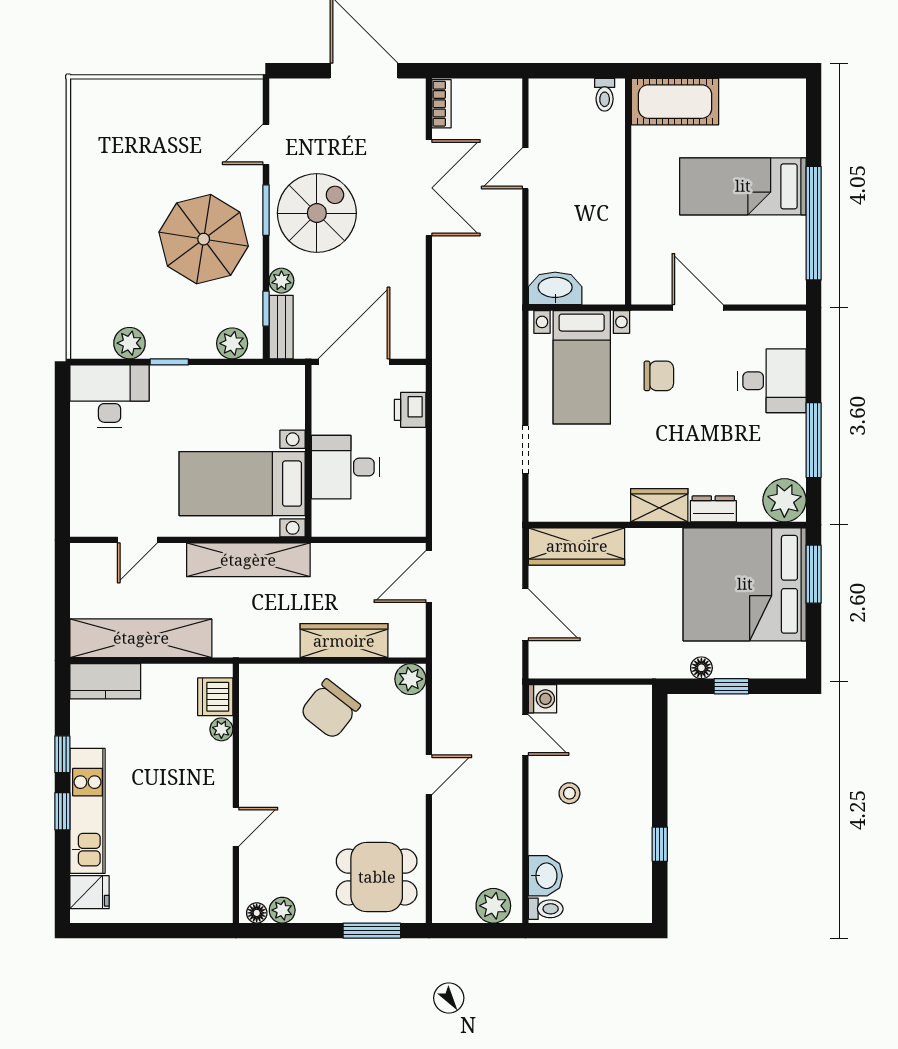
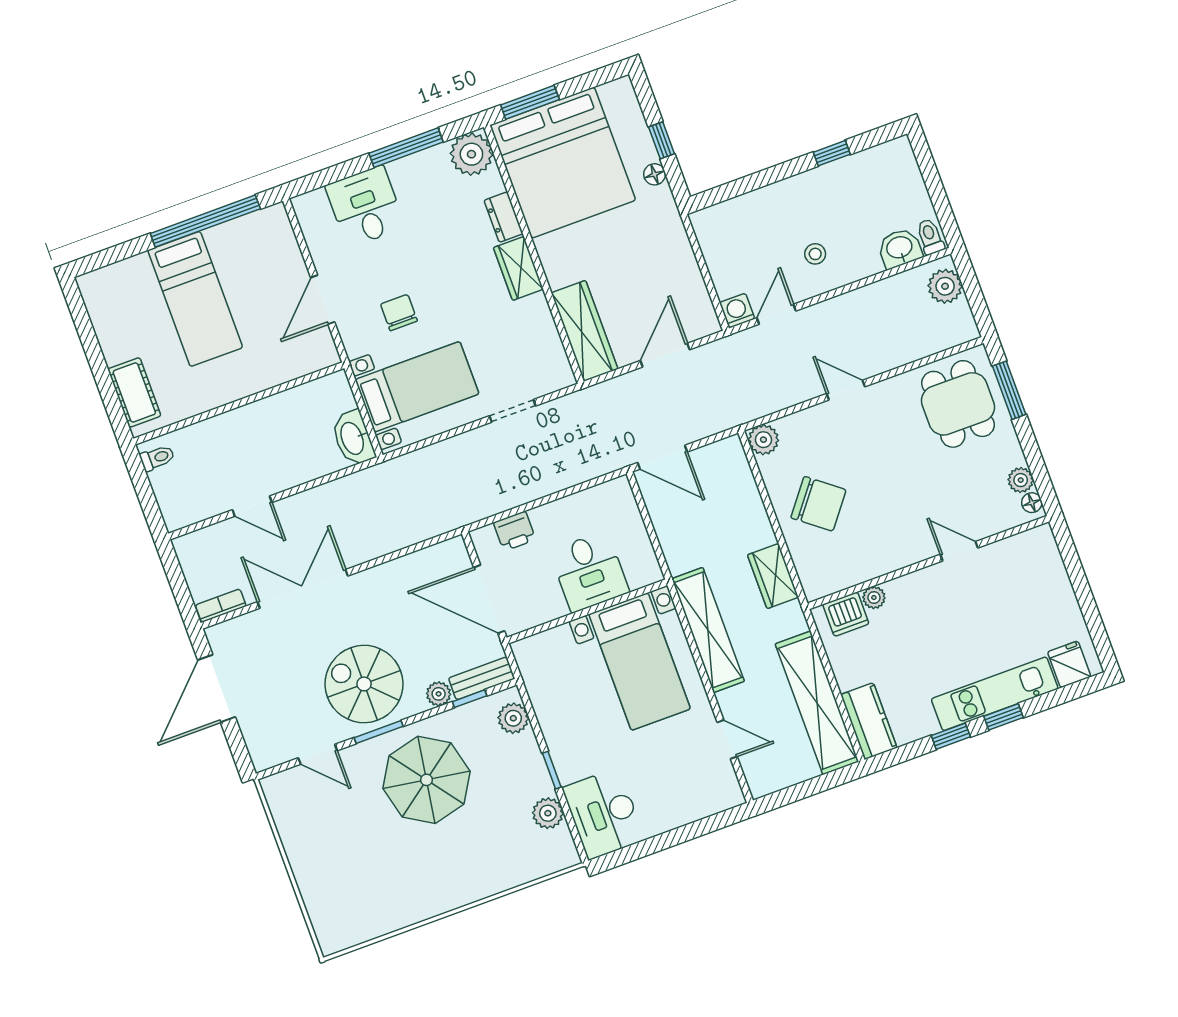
cot: (675, 102) -> (134, 392), width x0.73, depth x0.75
wardrobe: (344, 641) -> (773, 576), moved, width x0.67

